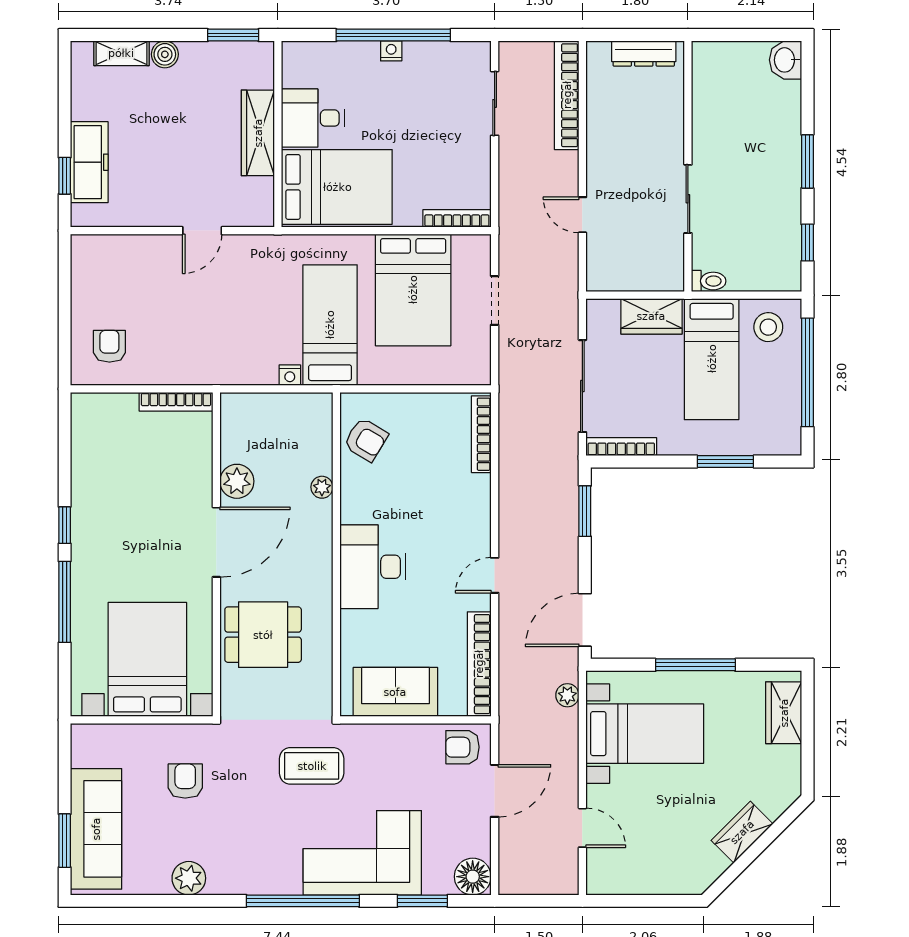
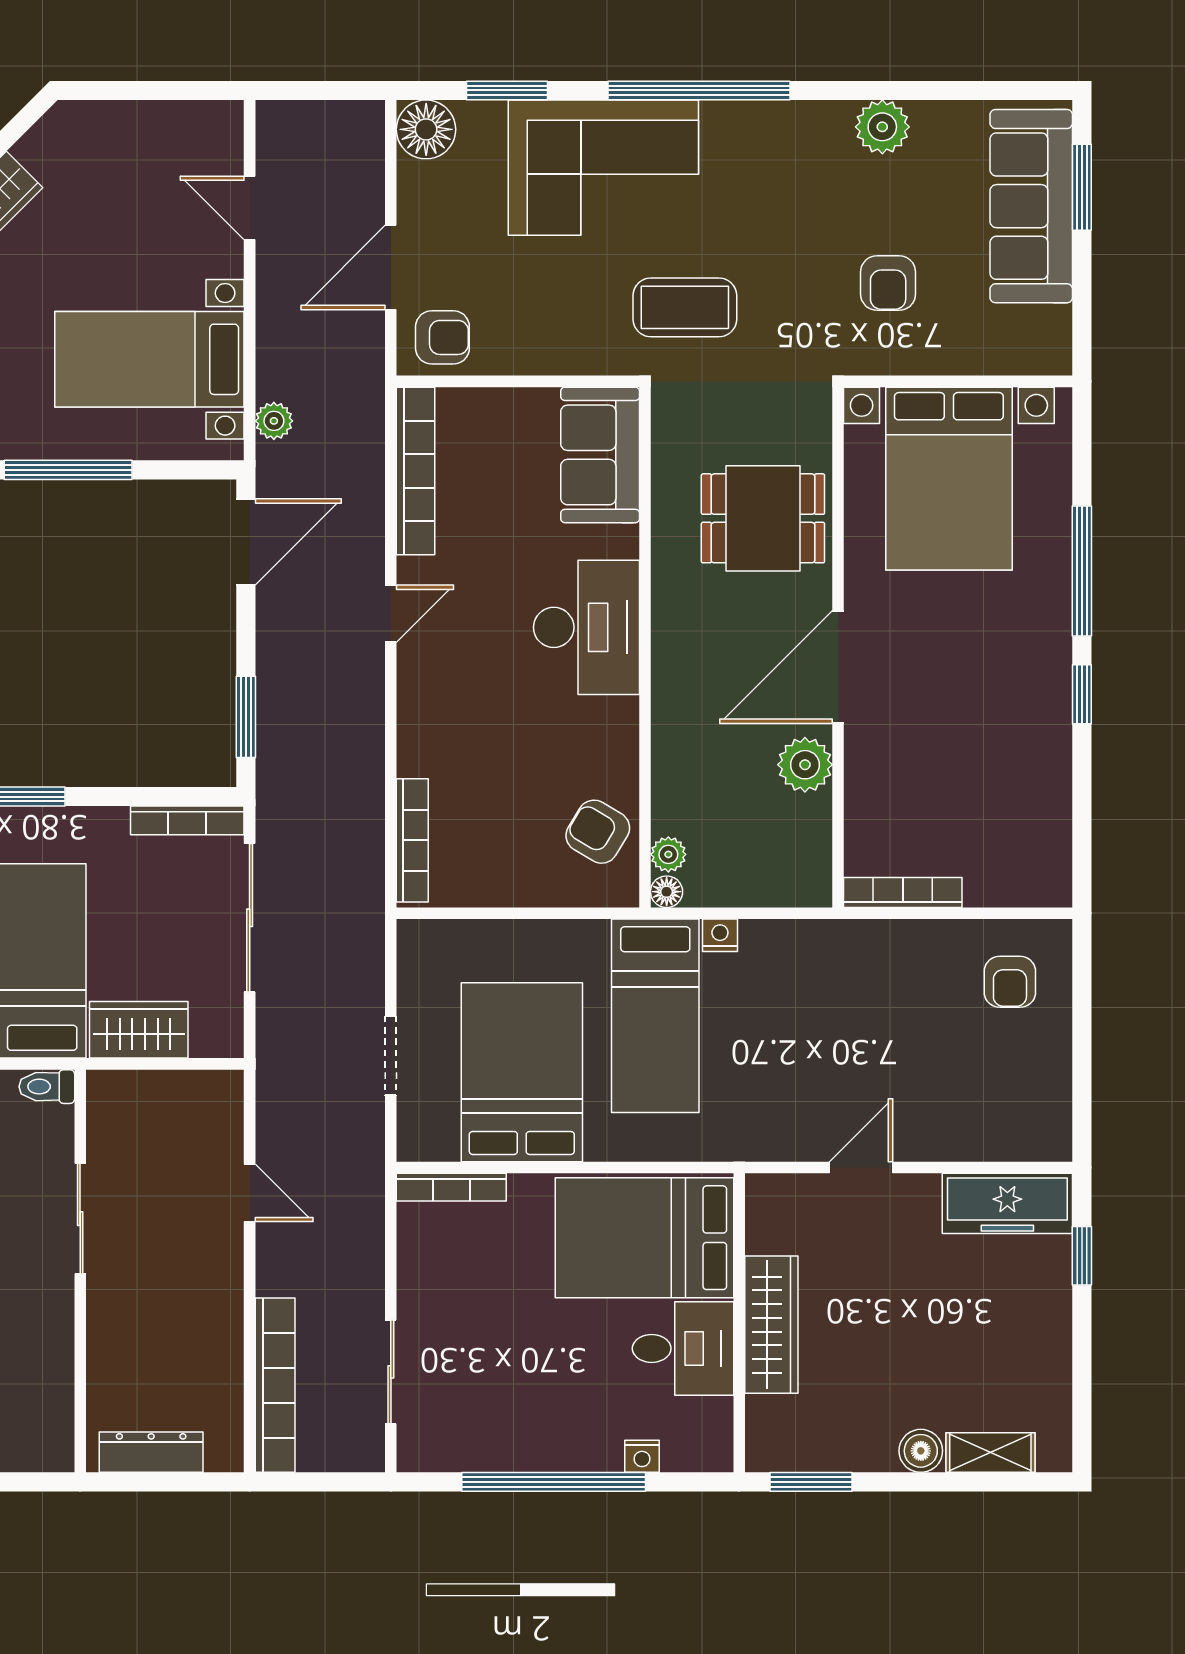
nightstand: (391, 51) -> (642, 1456), moved
freezer: (89, 162) -> (1007, 1203), moved, turned -90
floor lamp: (323, 402) -> (667, 892), added
plant: (322, 487) -> (668, 854), moved
sofa: (395, 692) -> (600, 455), moved, turned 90

